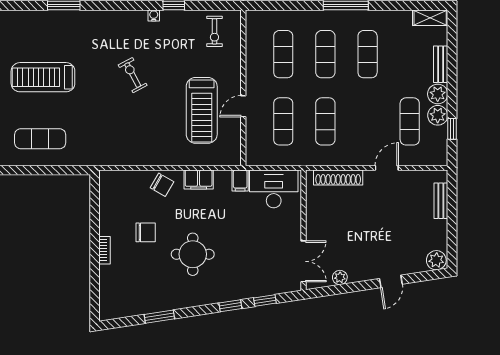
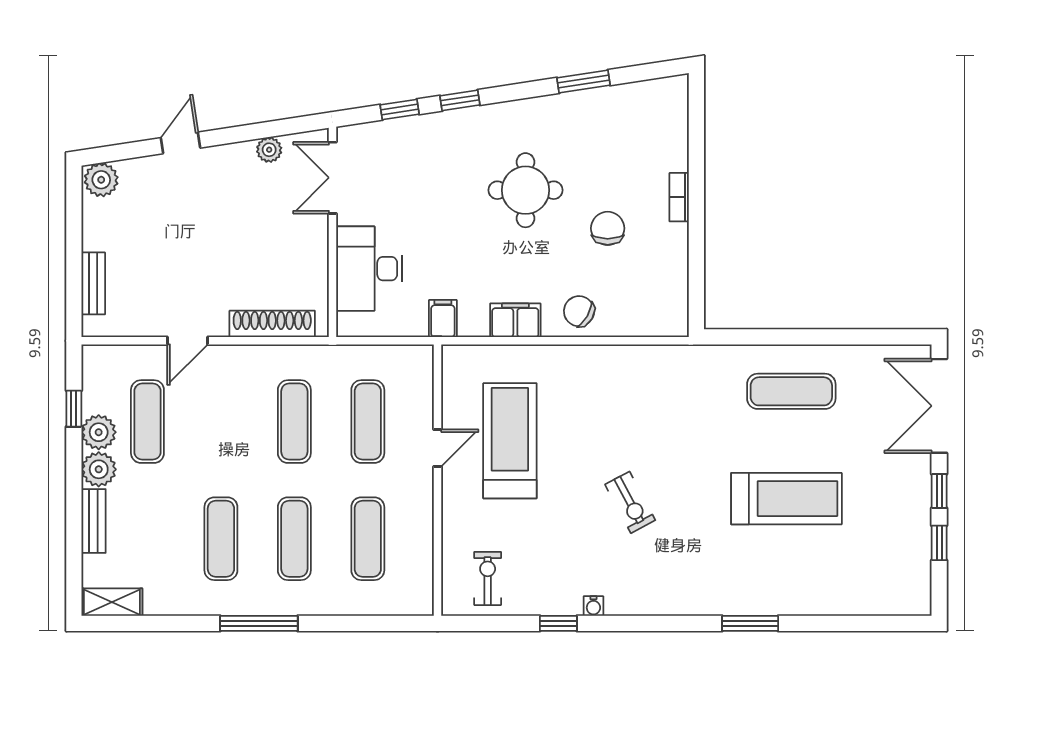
desk: (274, 189) -> (369, 269), moved, turned 90
chair: (146, 232) -> (608, 228), turned 90

